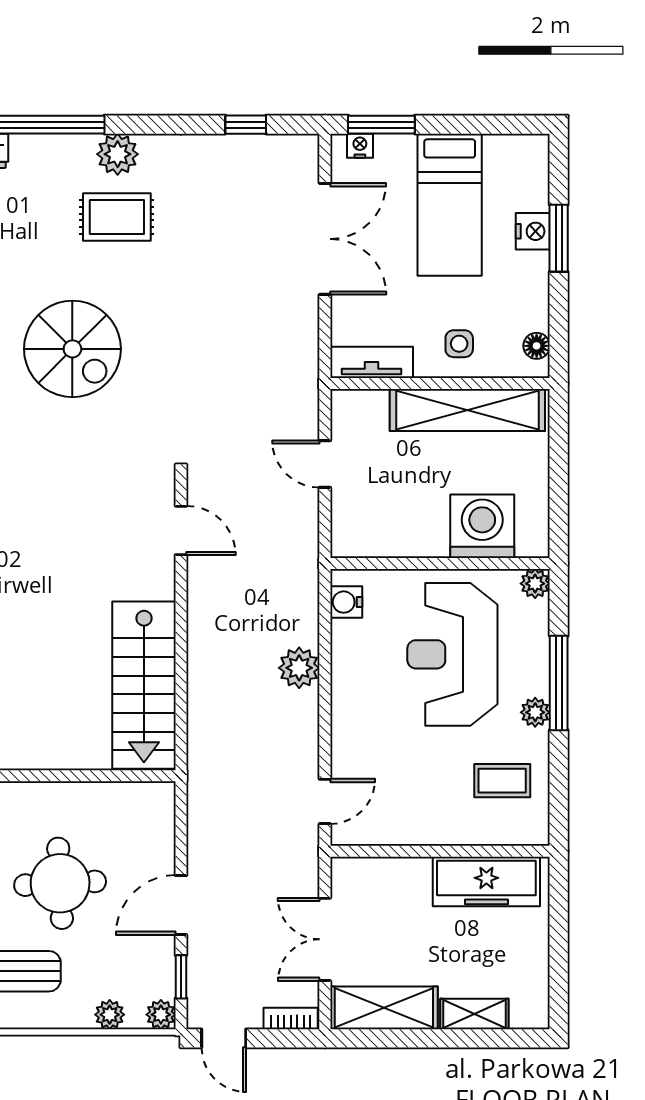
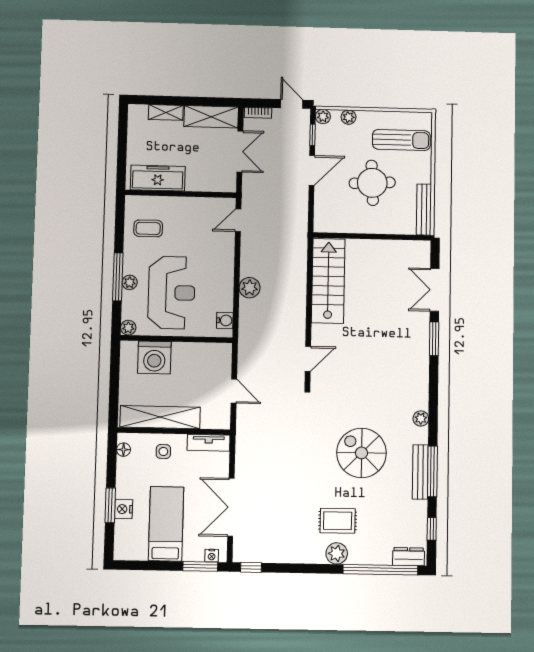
window: (246, 125) -> (251, 567), moved
door: (181, 530) -> (308, 359), swing flipped
plant: (535, 712) -> (130, 282), moved

